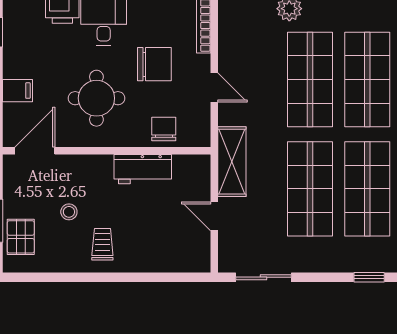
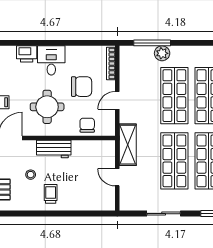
door: (214, 87) -> (117, 100), swing flipped
workbench: (143, 169) -> (54, 149), moved
sliding door: (263, 277) -> (164, 214), moved

